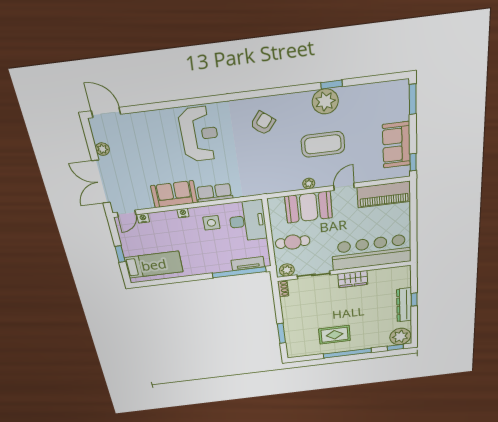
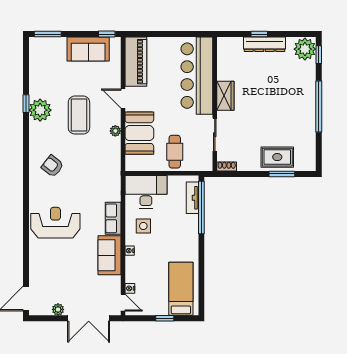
plant: (287, 270) -> (205, 160), removed
rug: (335, 335) -> (277, 157), moved, turned 90

